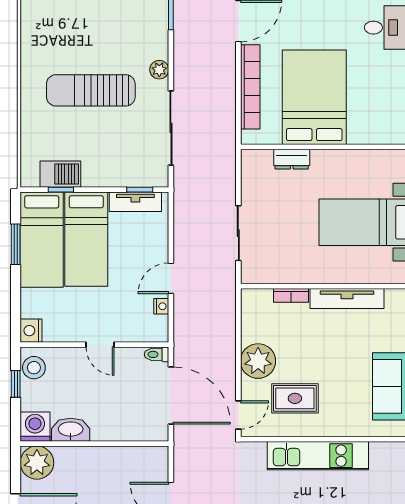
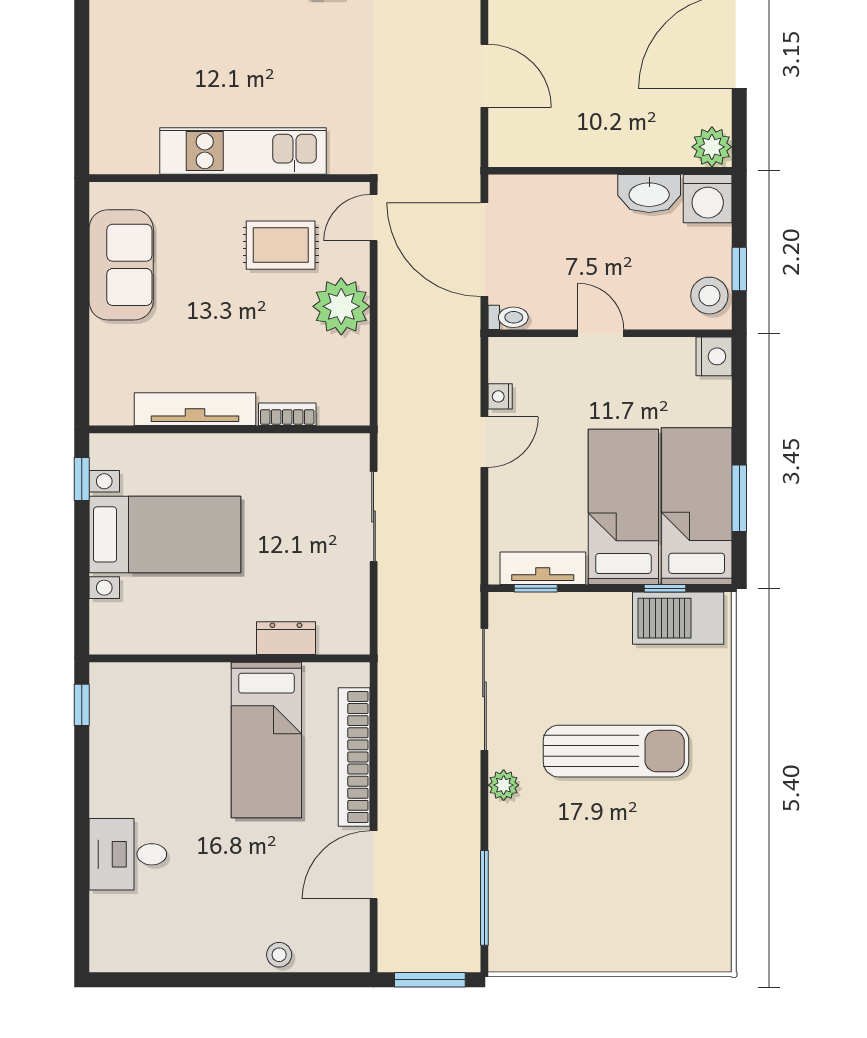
bed: (314, 97) -> (266, 740), width x0.67
barbecue: (60, 174) -> (678, 618), width x1.37, depth x1.21
plant: (37, 463) -> (712, 147), width x0.73, depth x0.73

